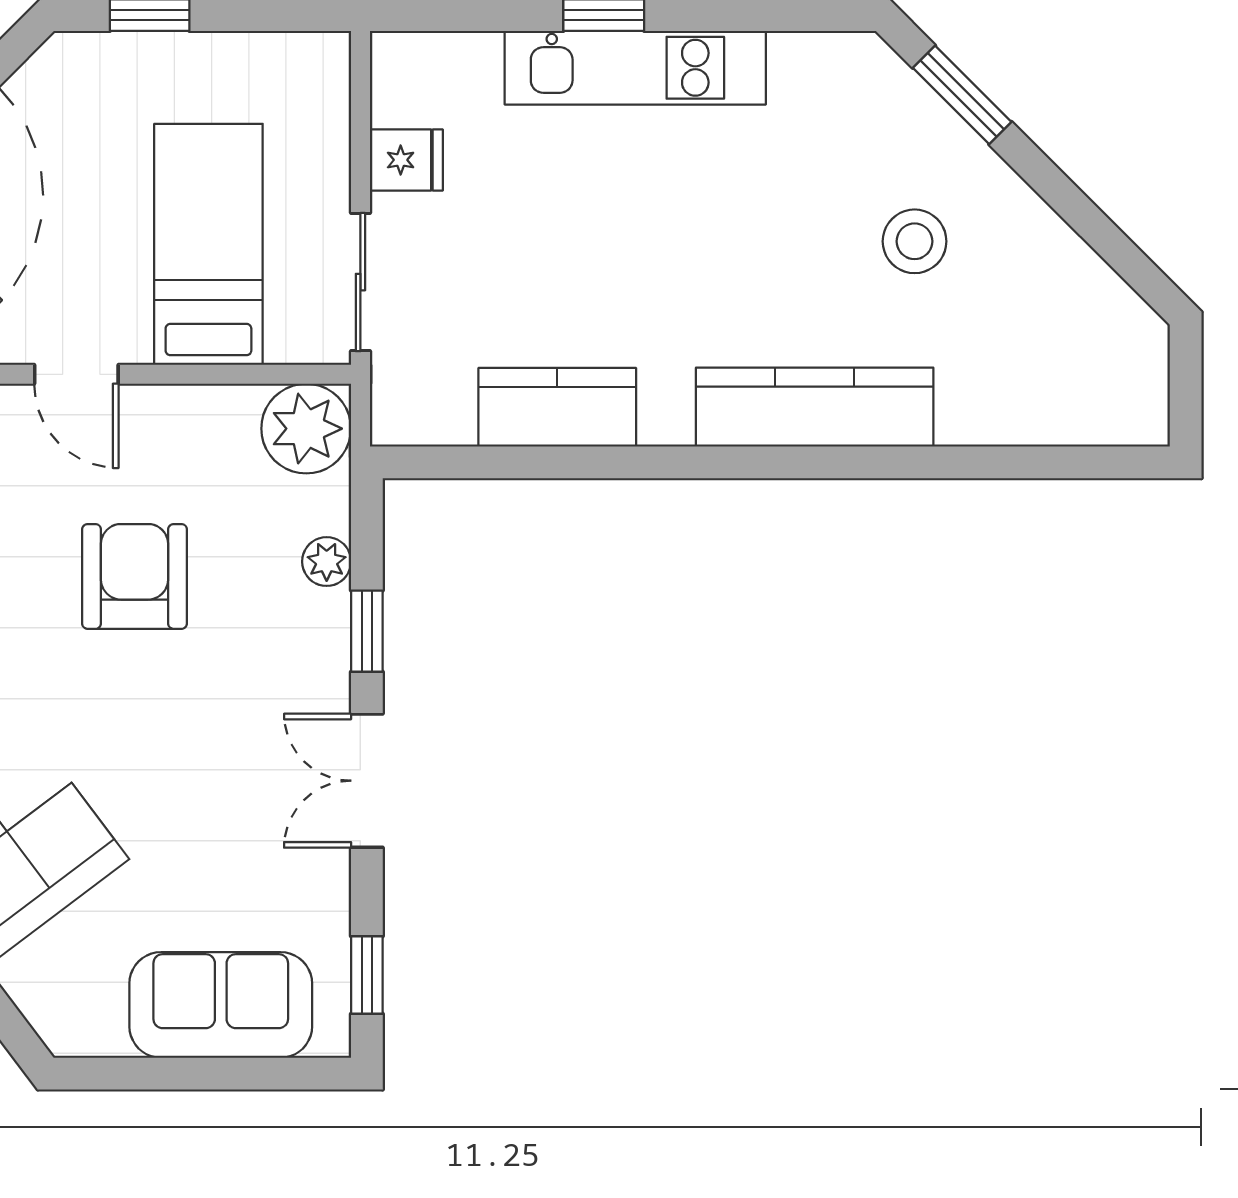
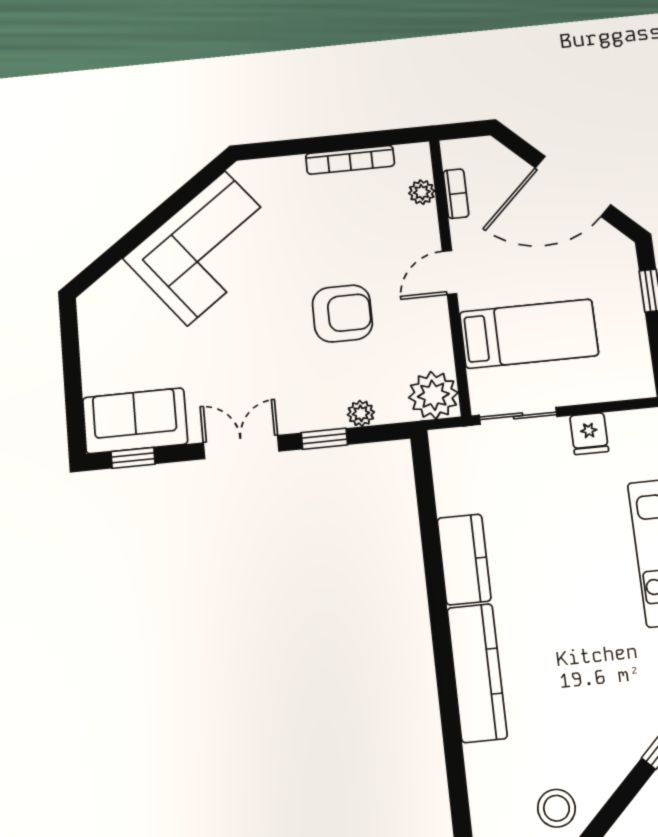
stool: (915, 241) -> (556, 808), moved
kitchen counter: (557, 407) -> (464, 559), moved
sofa: (221, 1005) -> (135, 421), moved, turned -90

